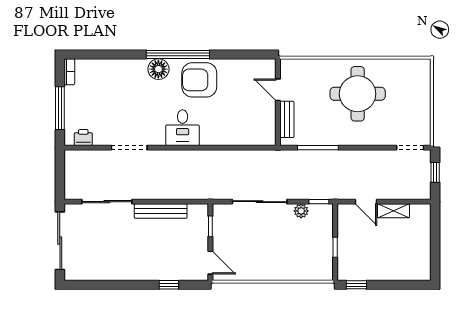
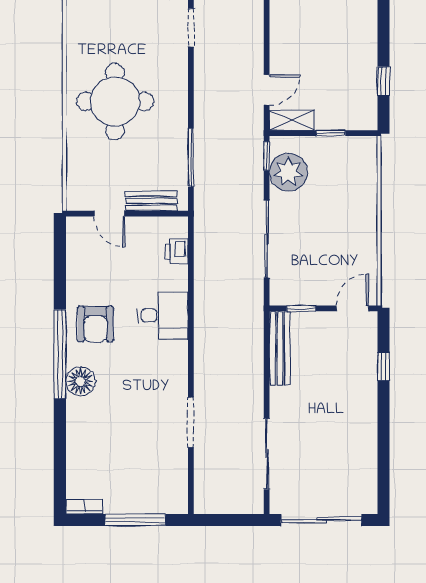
armchair: (199, 80) -> (96, 324), width x0.73, depth x0.73
door: (278, 90) -> (109, 214), hinge flipped
desk: (183, 128) -> (163, 316), moved
printer: (83, 138) -> (177, 251), moved
bench: (161, 211) -> (280, 348), moved
plant: (301, 211) -> (288, 172), width x1.87, depth x1.87
shelving: (393, 211) -> (292, 120), moved, turned 90
window: (356, 285) -> (383, 81), moved

